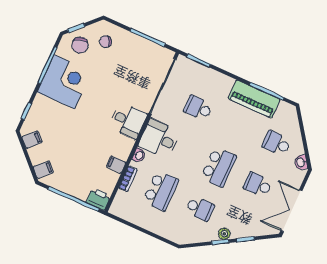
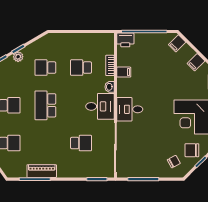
chair: (80, 45) -> (192, 150), turned -75
piano: (254, 99) -> (42, 171), width x0.73, depth x0.75
school desk: (161, 191) -> (81, 68), width x0.54

